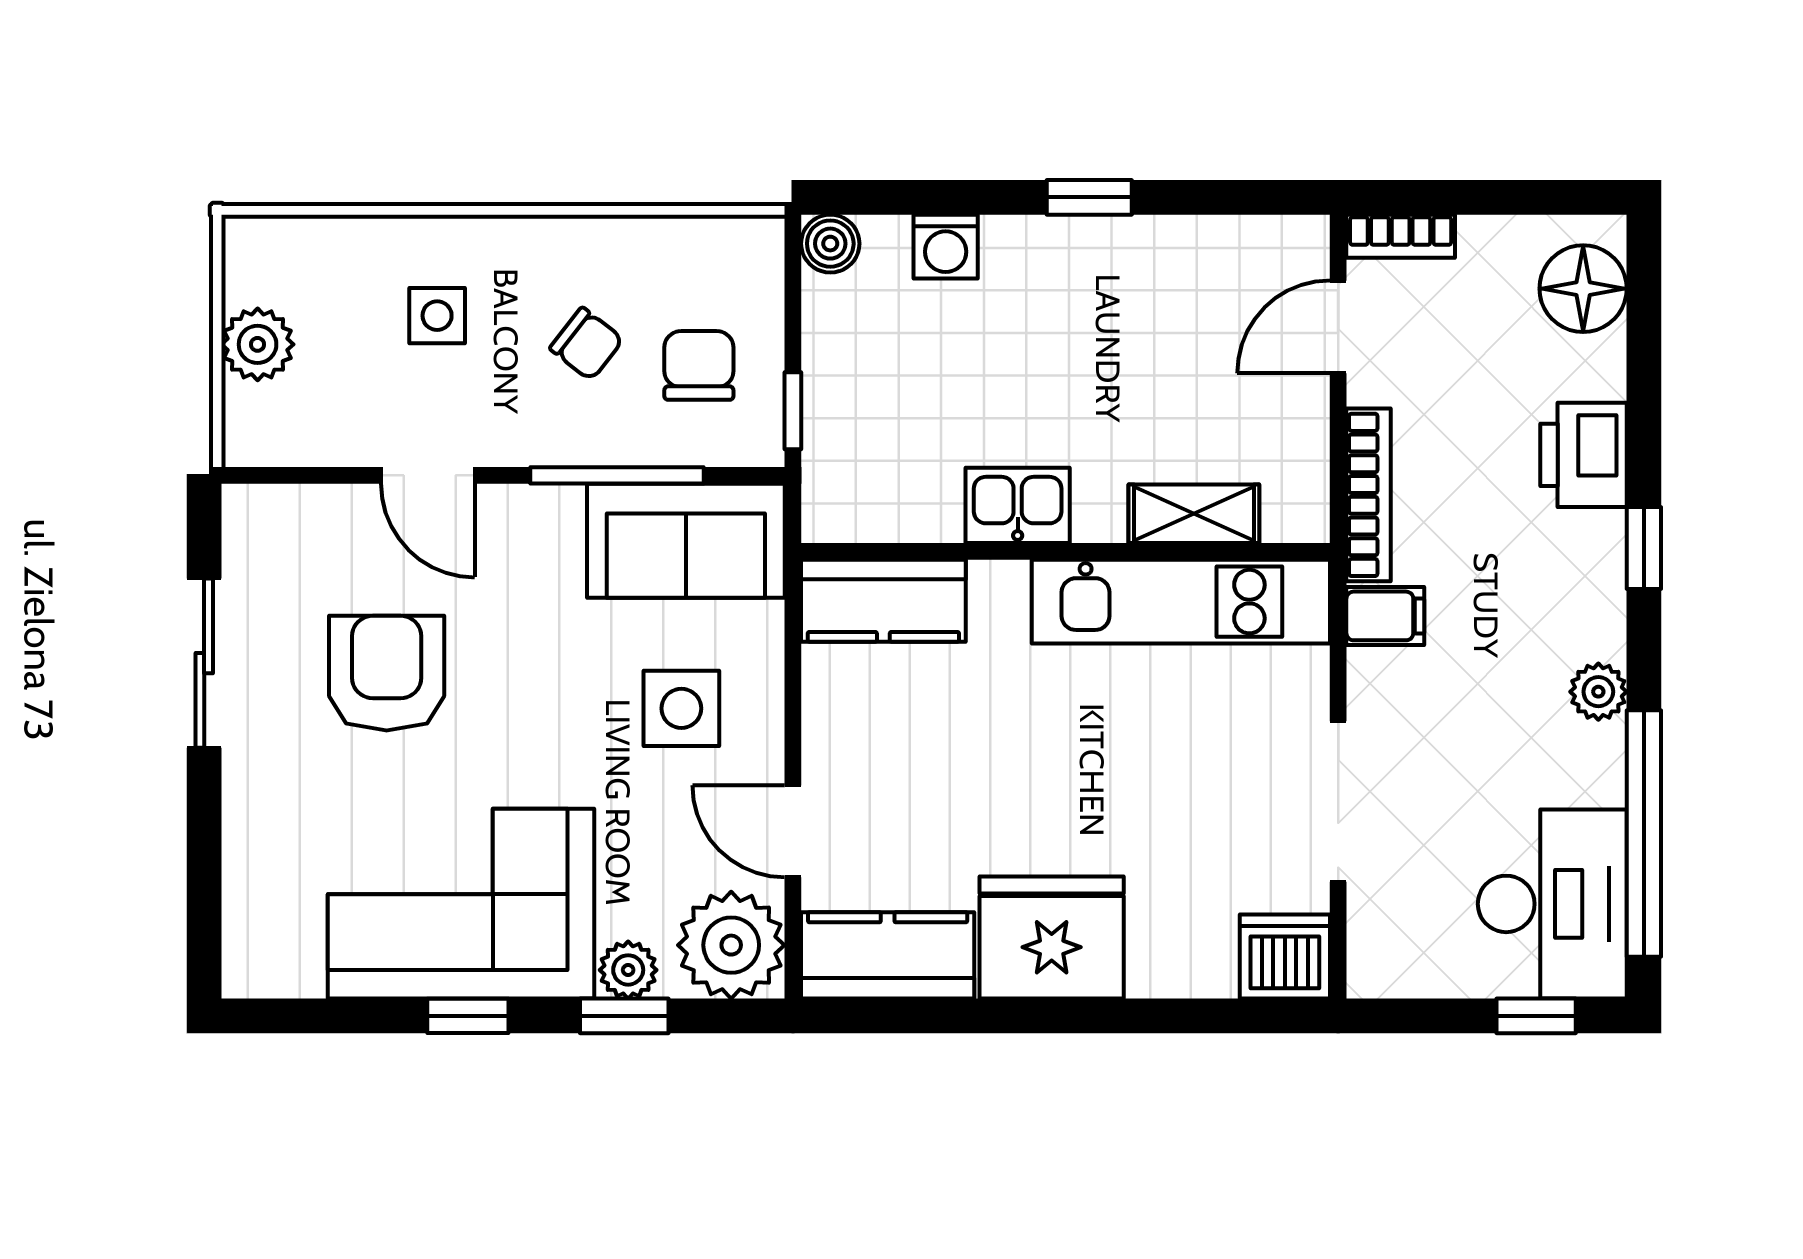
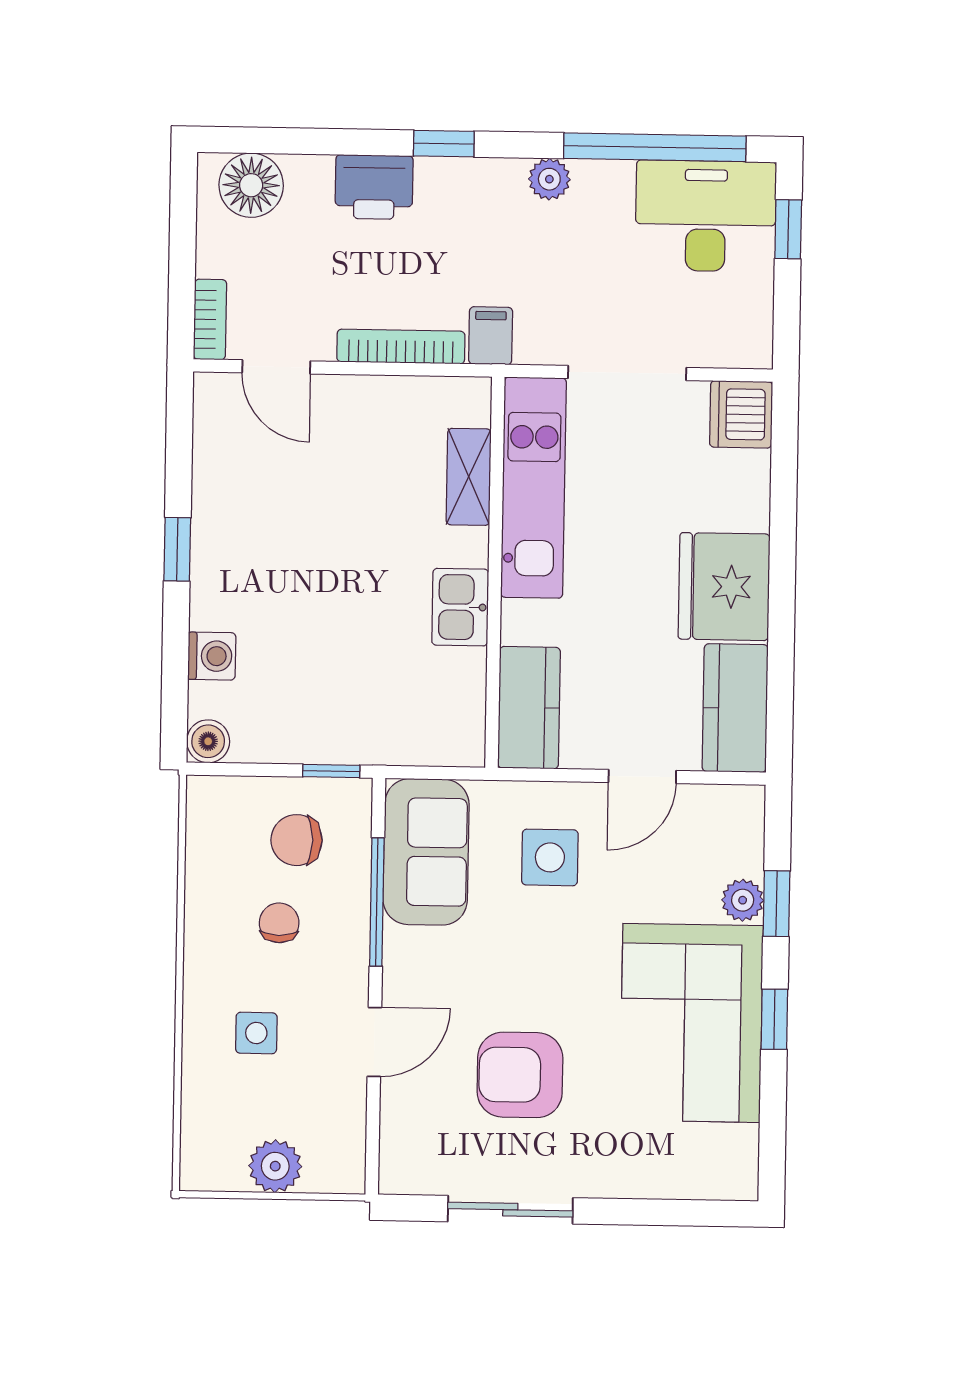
chair: (587, 344) -> (279, 923), turned -38
kitchen sink: (1018, 505) -> (460, 607), moved
shelving: (1194, 514) -> (469, 477), moved
wall: (1066, 551) -> (495, 572), moved
kitchen counter: (883, 601) -> (529, 708), moved
kitchen unit: (1181, 602) -> (533, 488), moved
plant: (731, 945) -> (726, 824), removed

